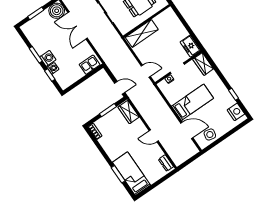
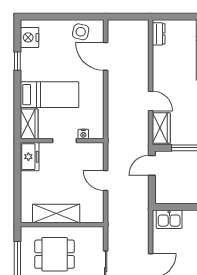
shelving: (142, 33) -> (56, 213), moved
door: (146, 71) -> (106, 180), moved
door: (120, 88) -> (152, 165), hinge flipped
bed: (192, 102) -> (50, 95), moved, turned 180
door: (154, 136) -> (151, 101), moved

